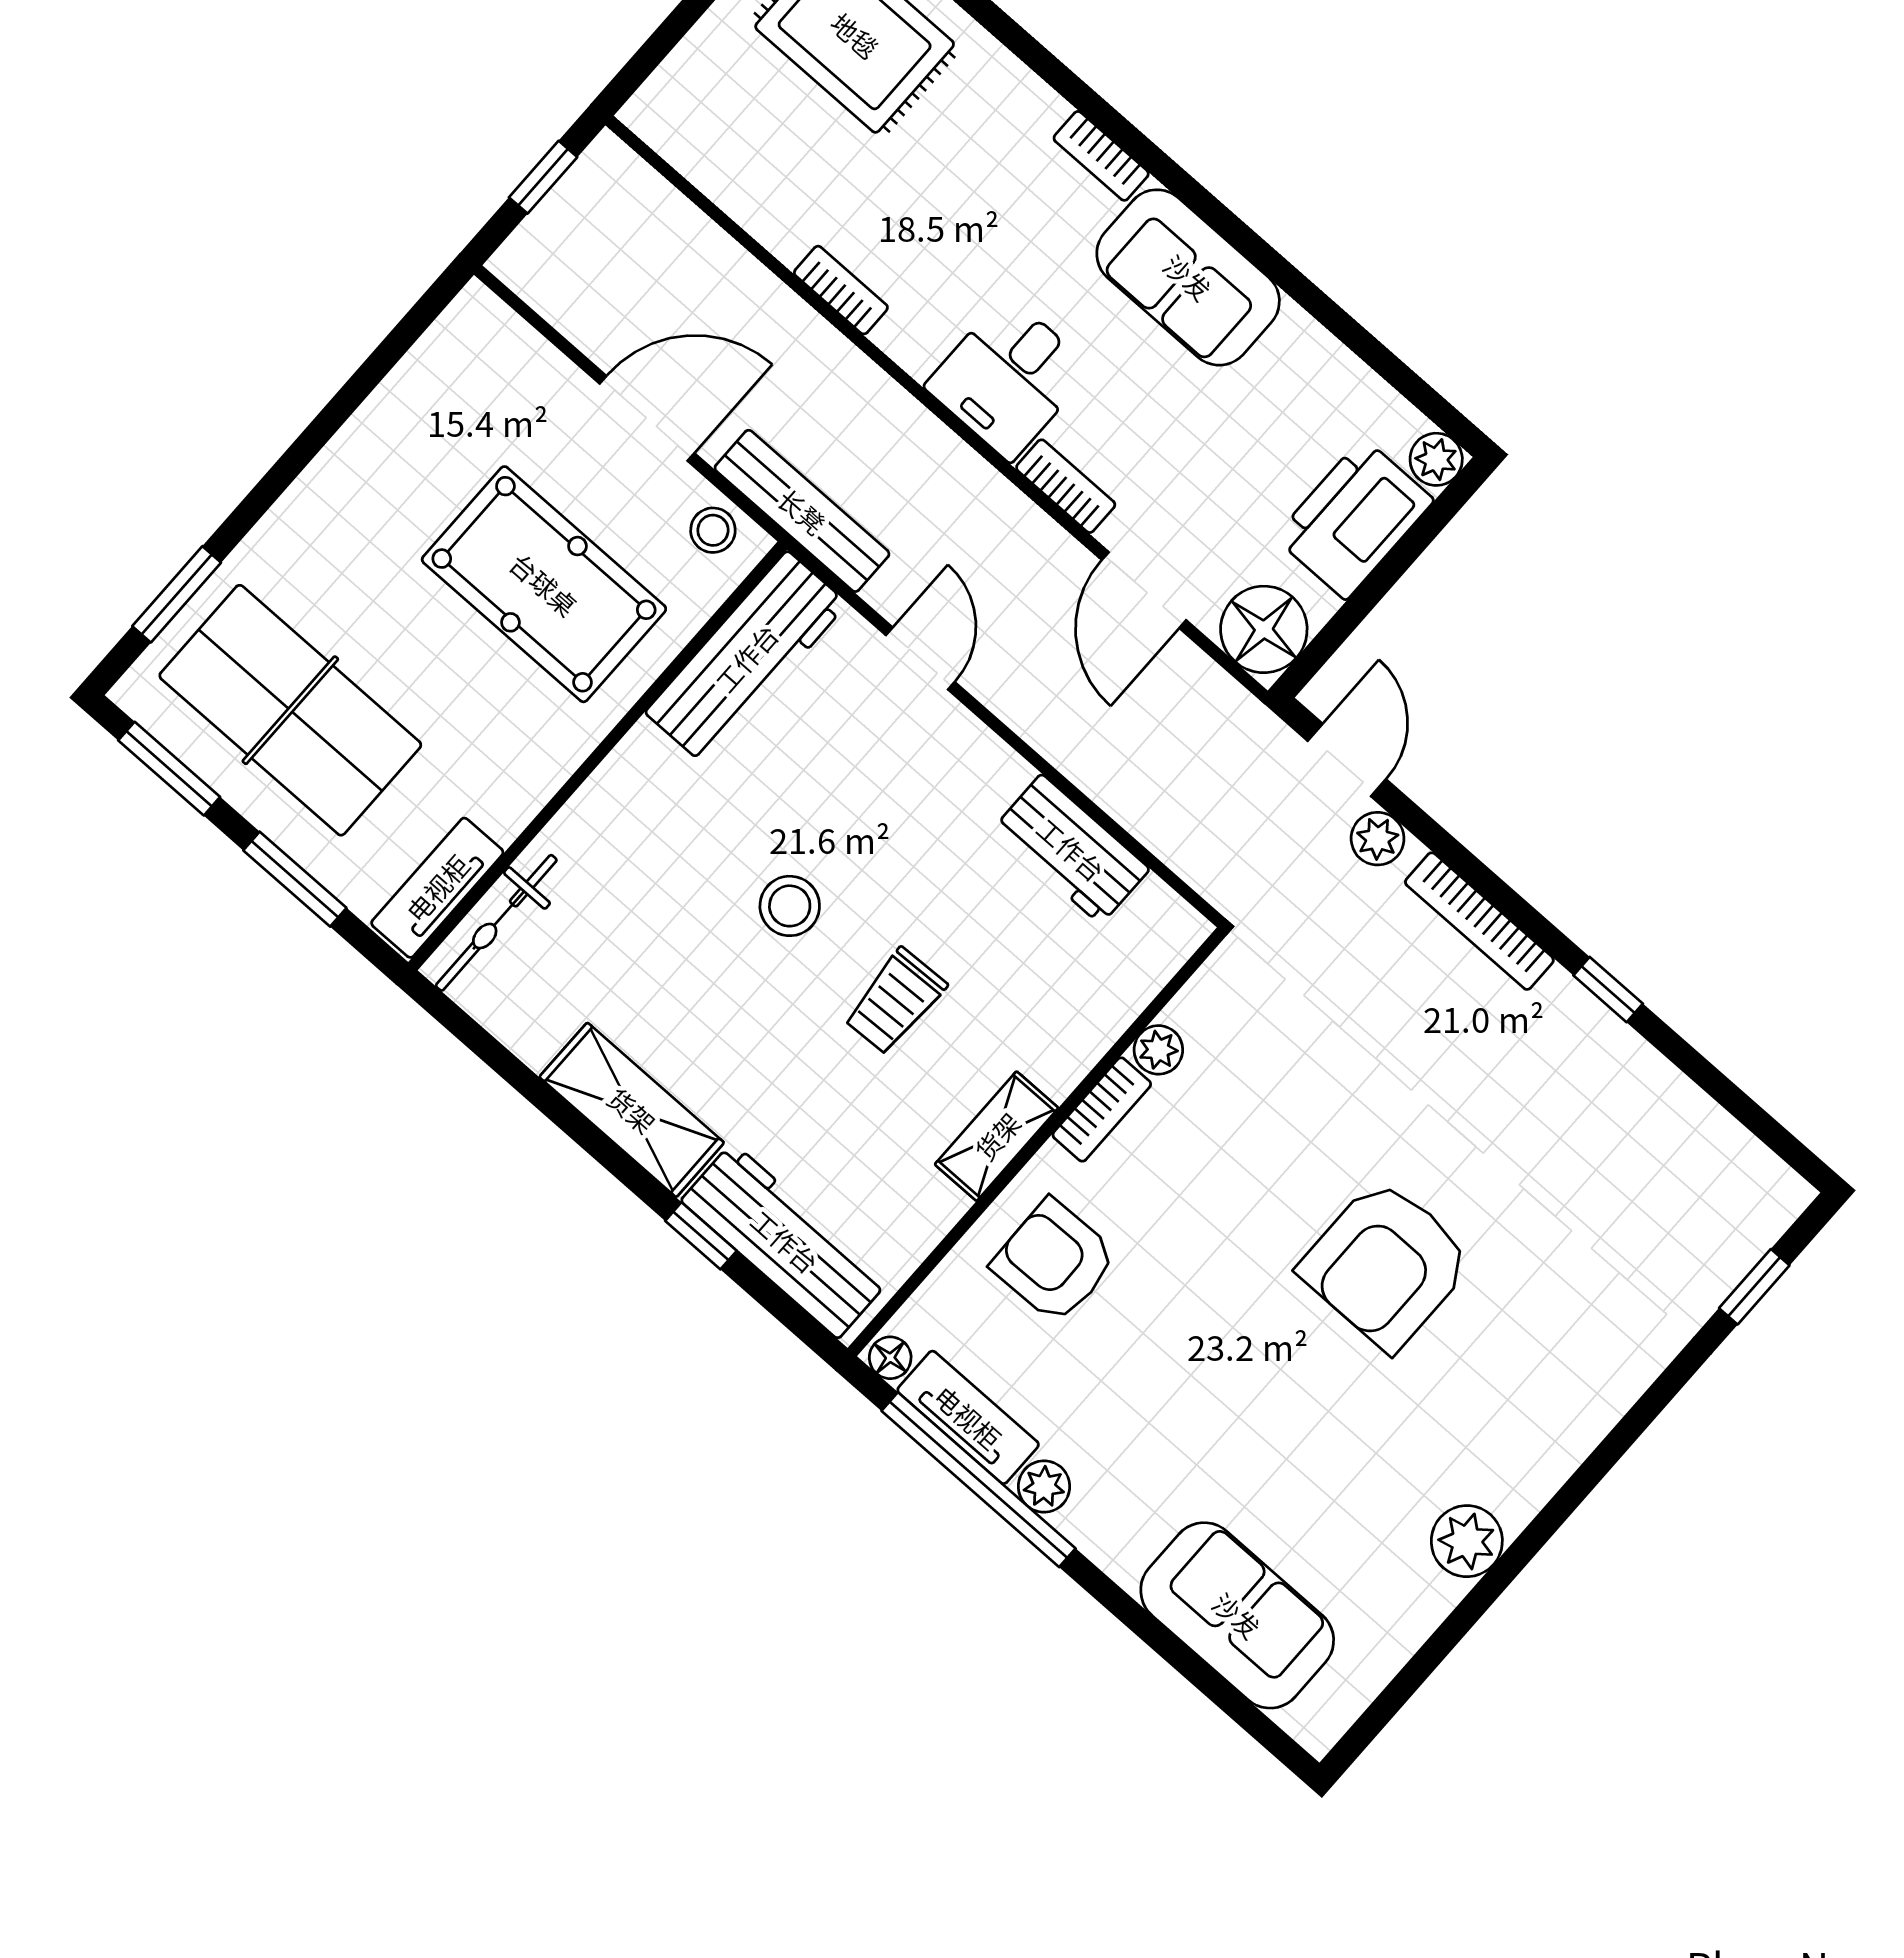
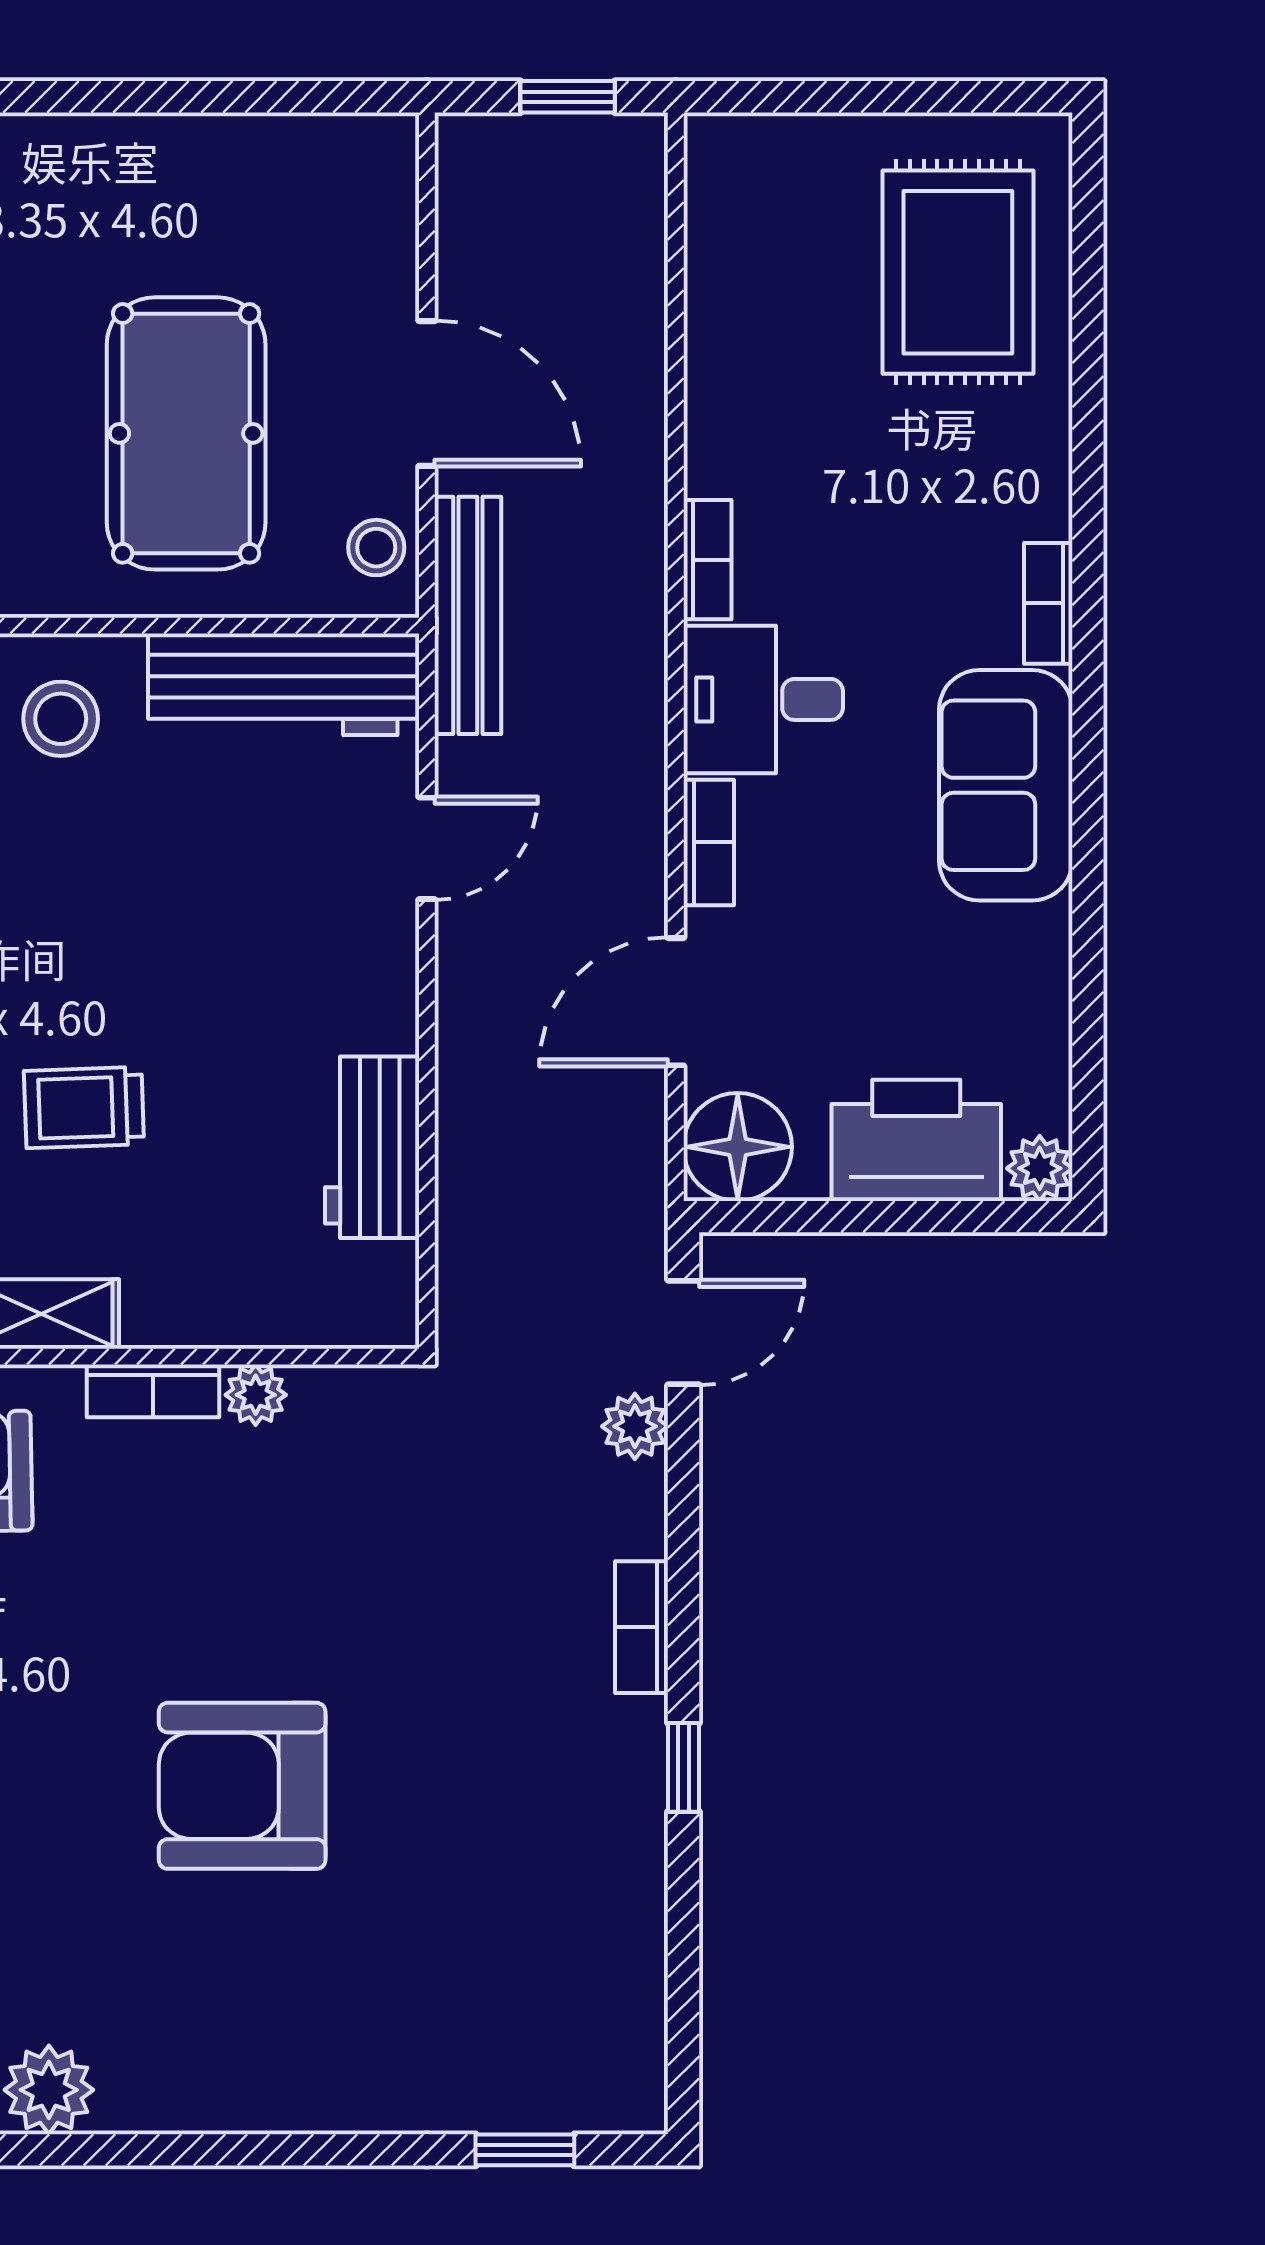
bookcase: (841, 290) -> (707, 560), moved
stool: (790, 906) -> (61, 719), moved
bookcase: (1479, 921) -> (642, 1627), width x0.64

